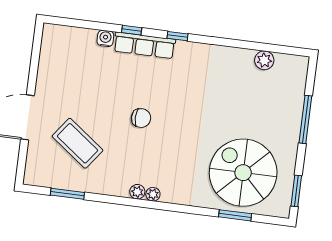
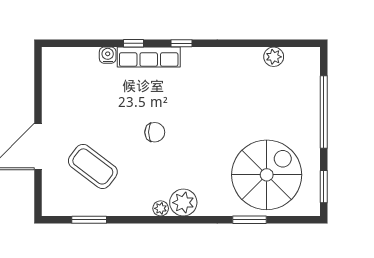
window: (305, 119) -> (324, 112), width x1.46
spiral stairs: (243, 173) -> (267, 175), turned 90
plant: (153, 194) -> (183, 203), width x1.88, depth x1.88
window: (235, 215) -> (249, 220), moved

